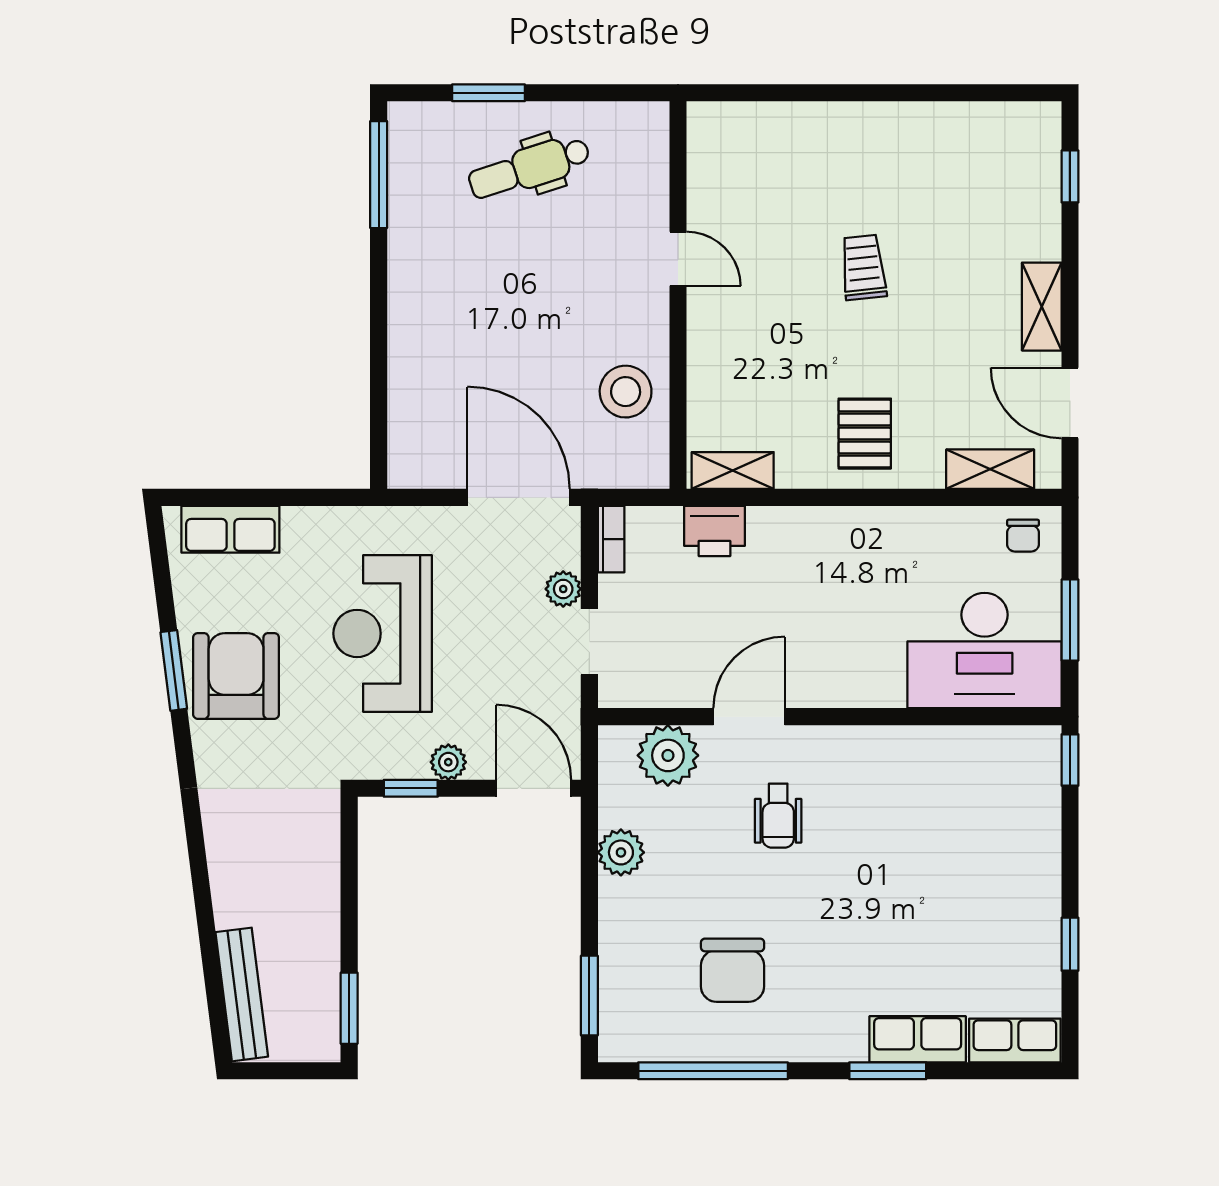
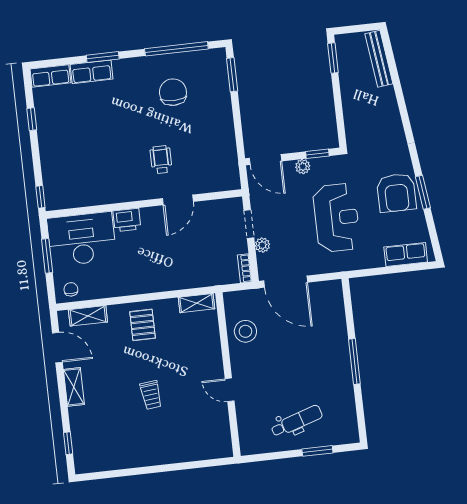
window: (379, 175) -> (354, 361), moved
printer: (715, 531) -> (127, 220), moved, turned 180
plant: (668, 755) -> (210, 180), removed
plant: (621, 852) -> (226, 137), removed

